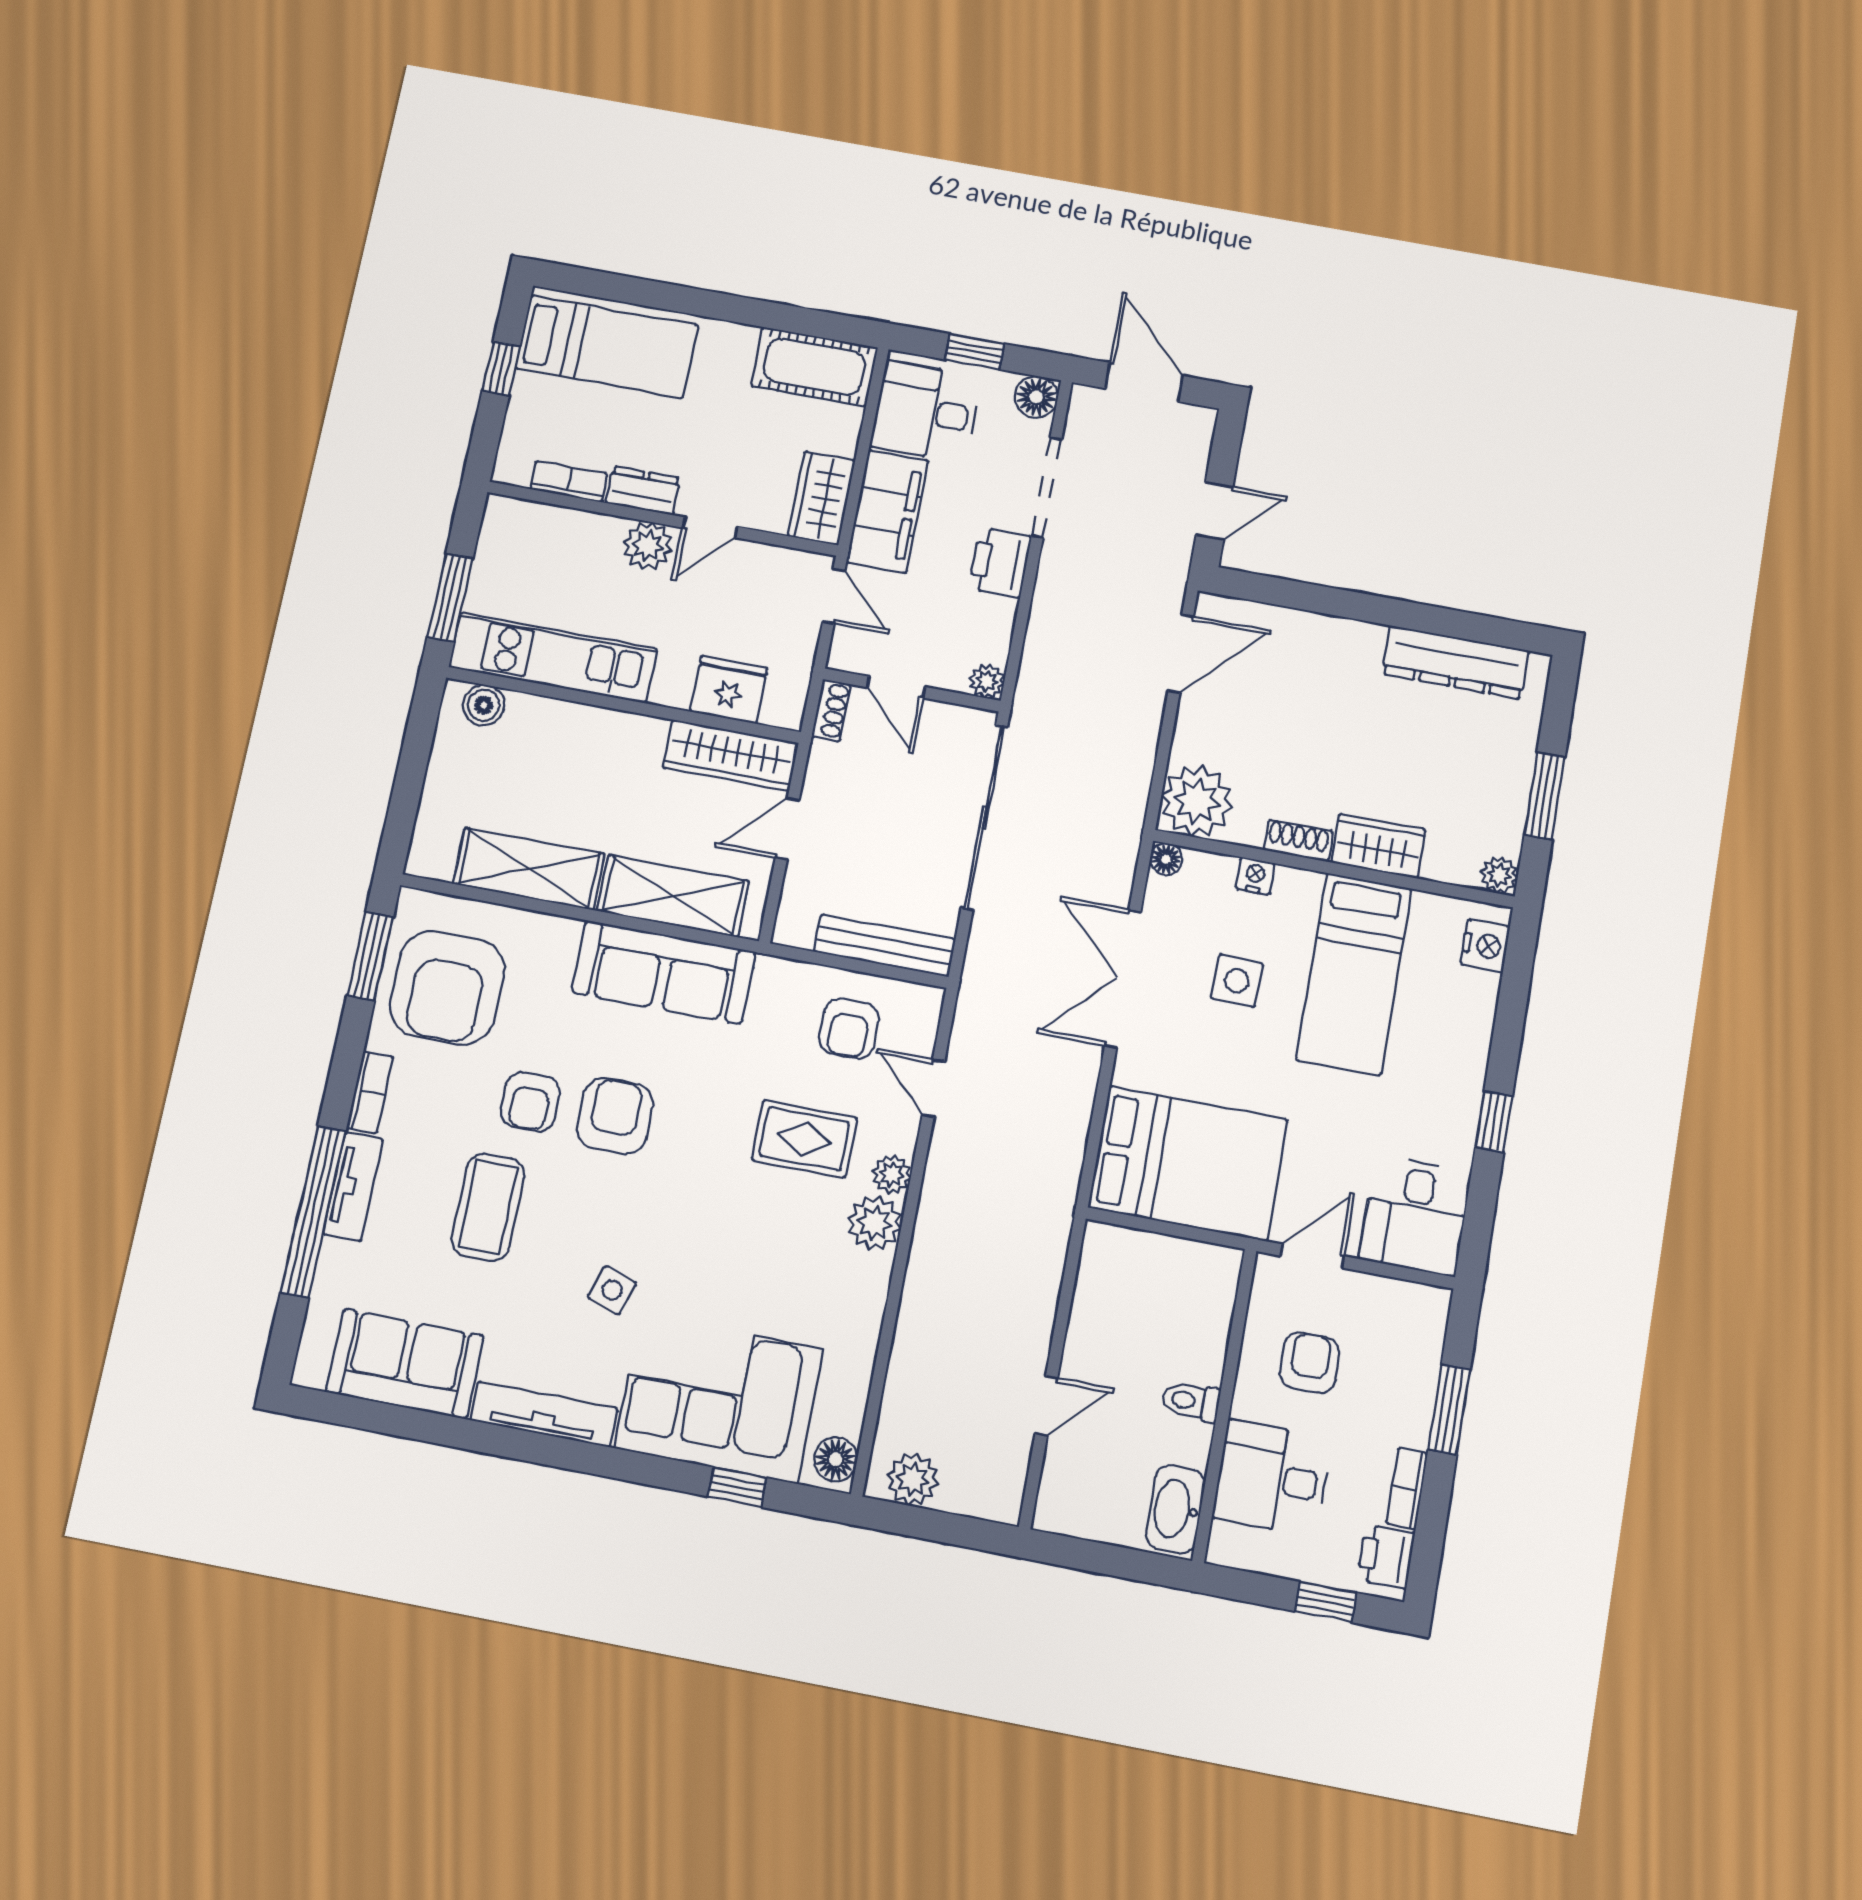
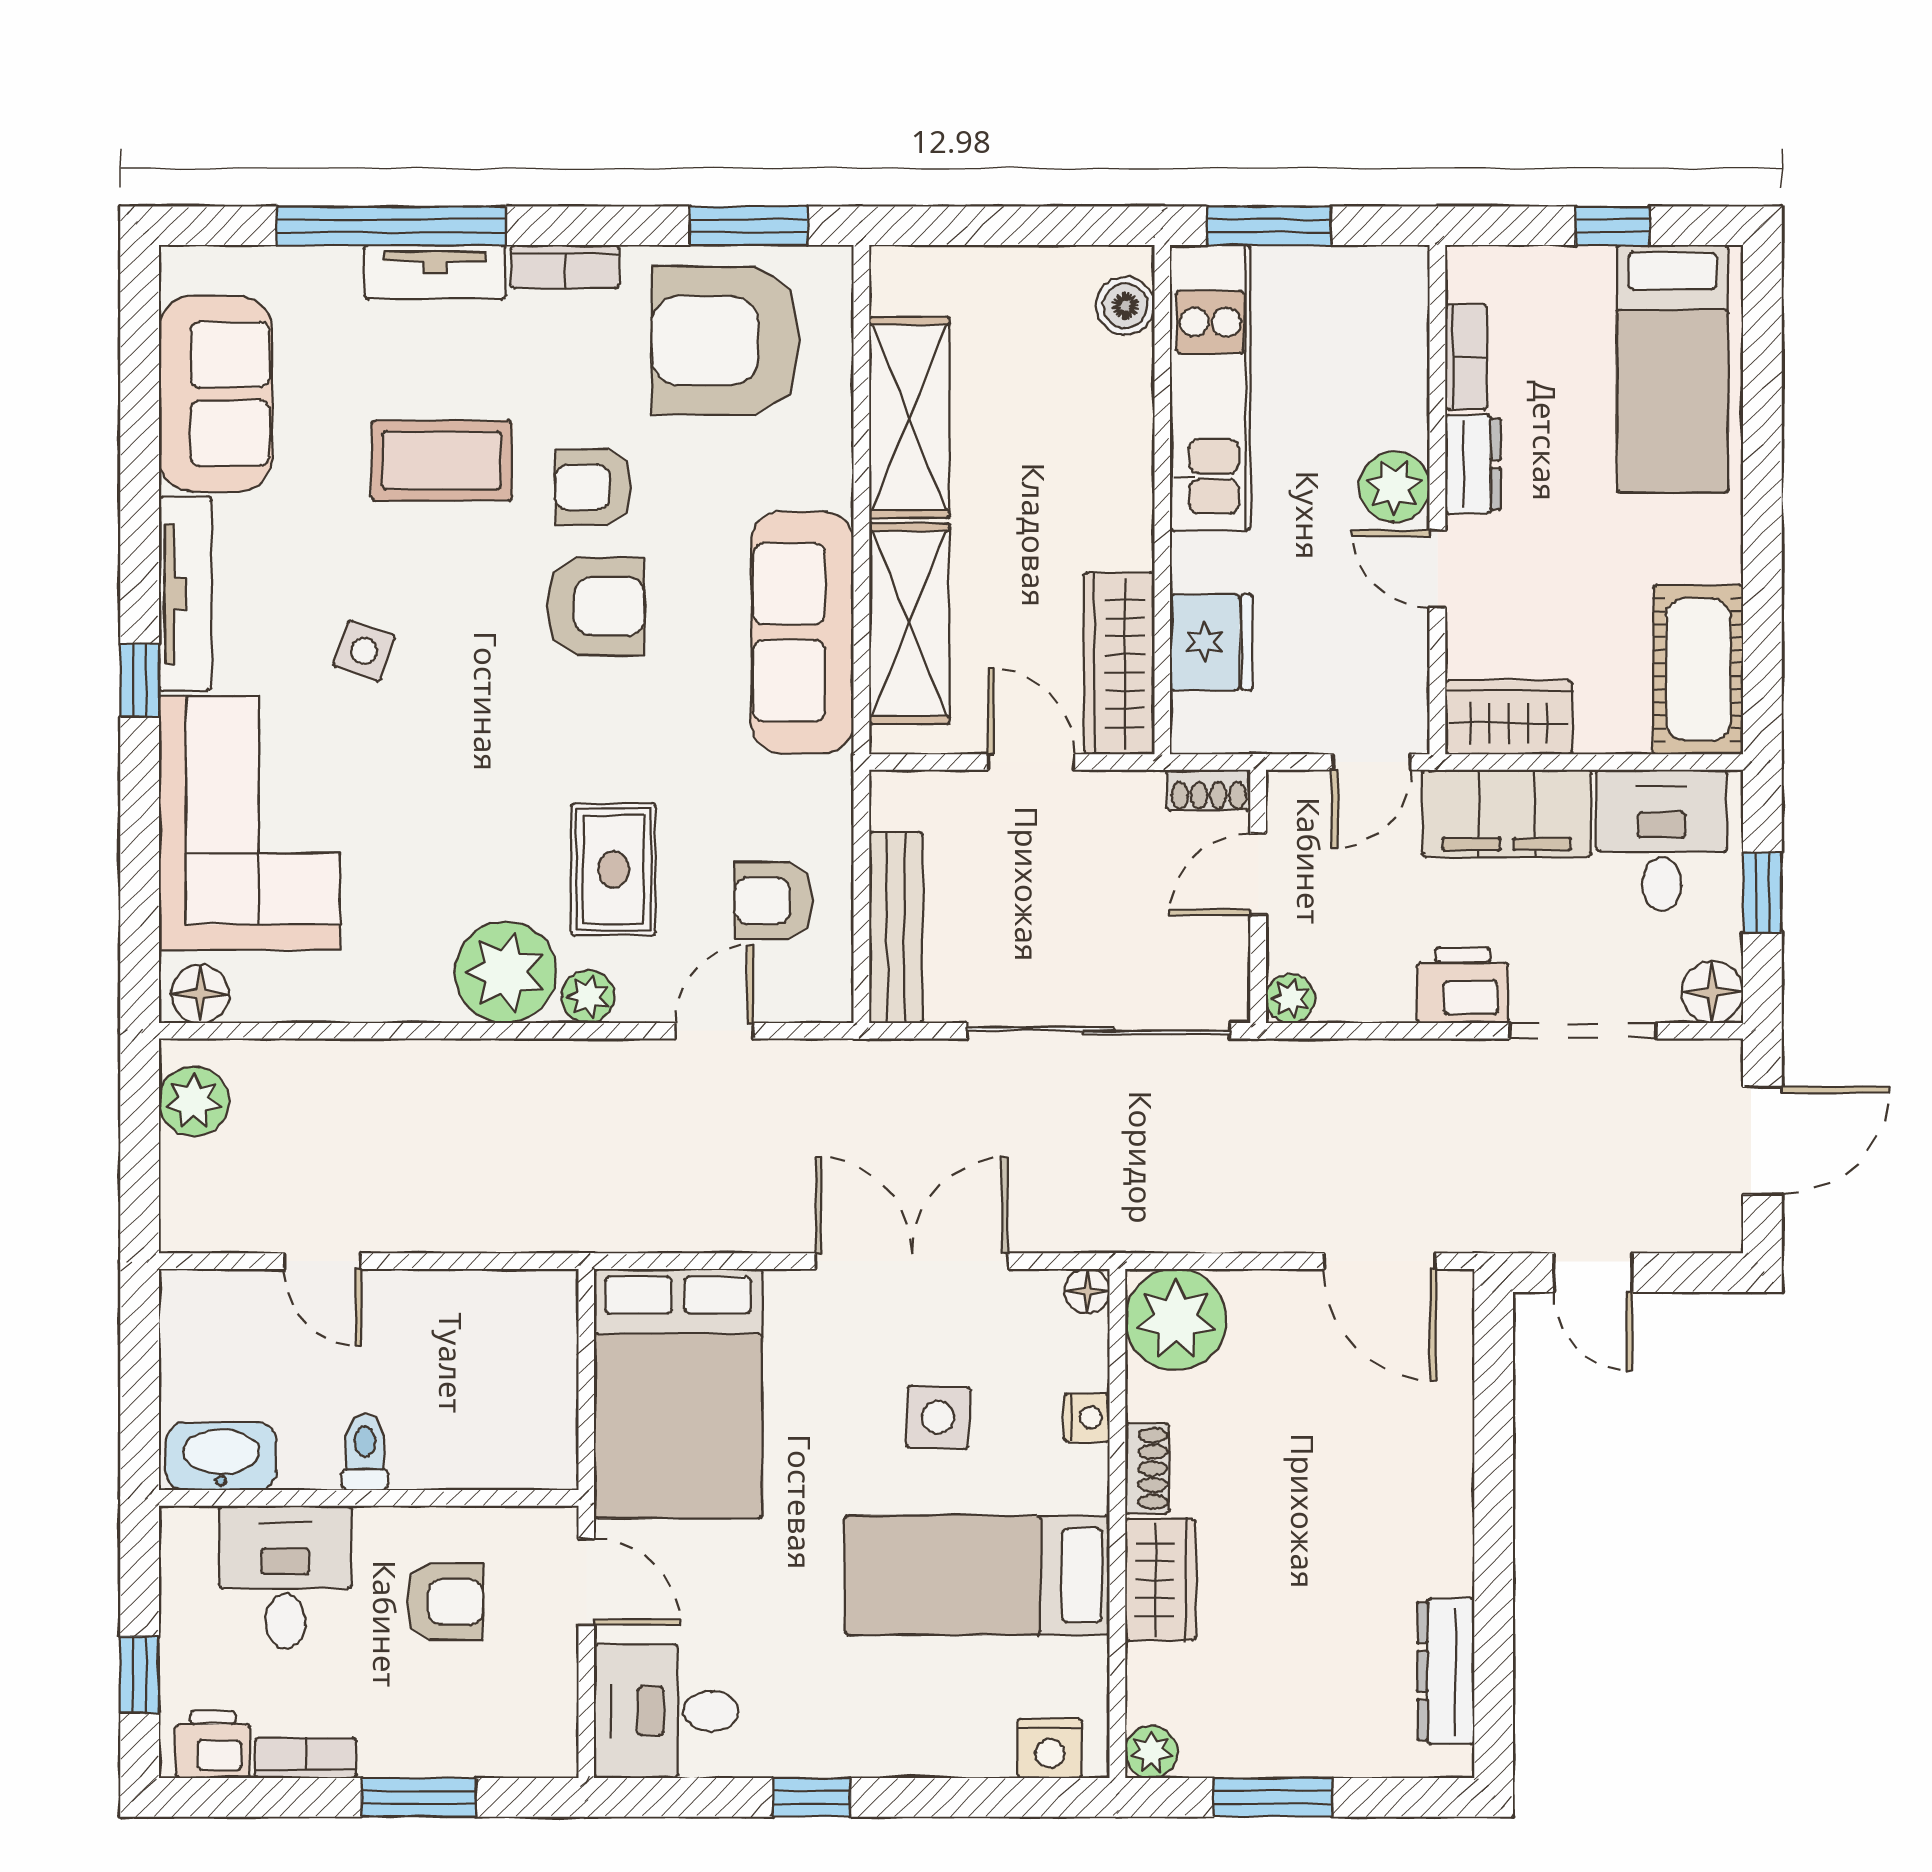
dresser: (1455, 662) -> (1446, 1671), width x0.73, depth x0.80
plant: (875, 1223) -> (506, 972), width x1.36, depth x1.36
window: (737, 1487) -> (140, 680), moved

